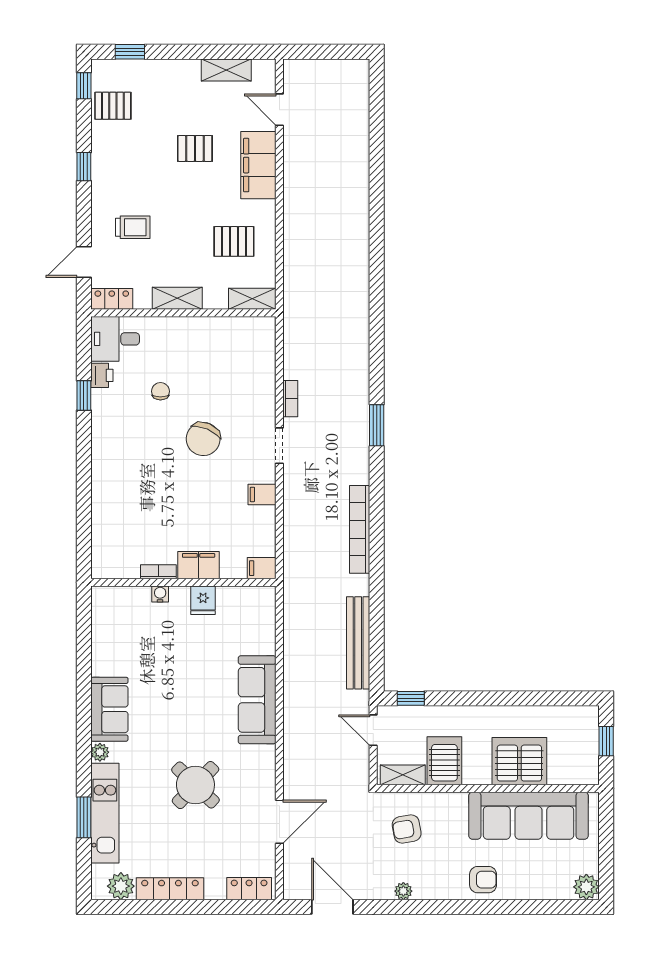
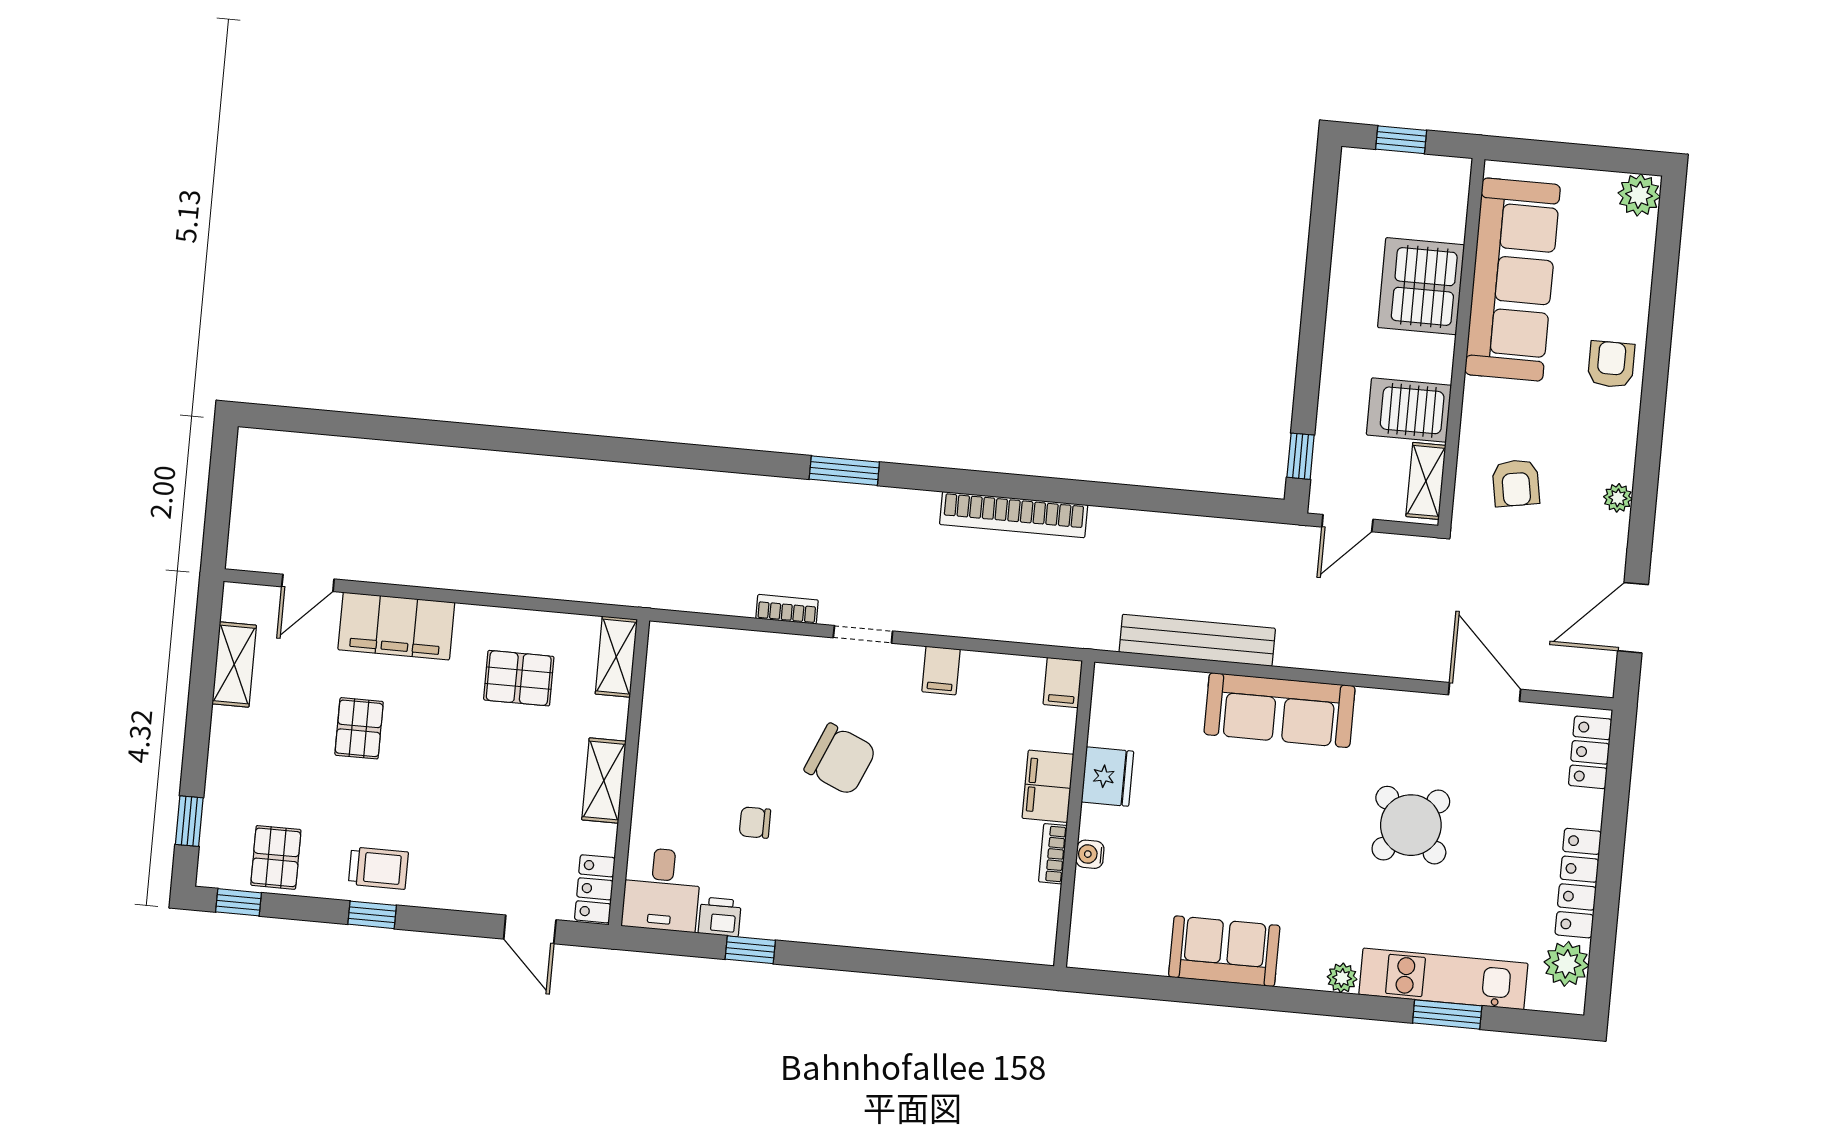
trolley: (133, 227) -> (378, 868), moved, turned 90
pallet: (234, 241) -> (519, 678), turned 90
fridge: (203, 600) -> (1107, 777), width x1.38
bench: (358, 643) -> (1197, 640), moved
sofa: (109, 709) -> (1224, 951), moved

